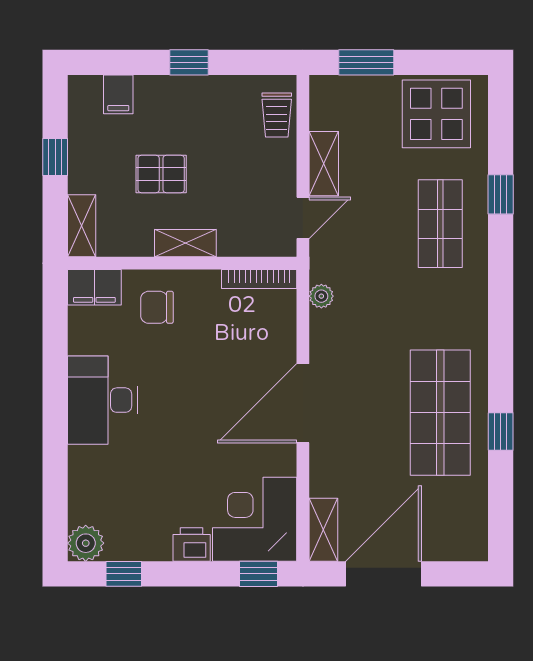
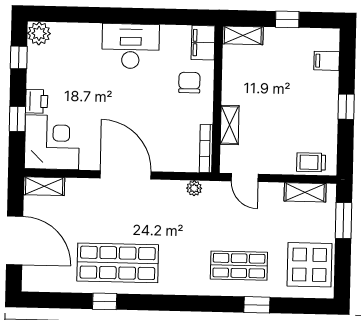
shelving: (324, 164) -> (305, 192), moved
pallet: (161, 174) -> (275, 87), removed
shelving: (185, 243) -> (230, 125), moved
window: (259, 574) -> (17, 119), moved
door: (384, 574) -> (15, 240), moved

